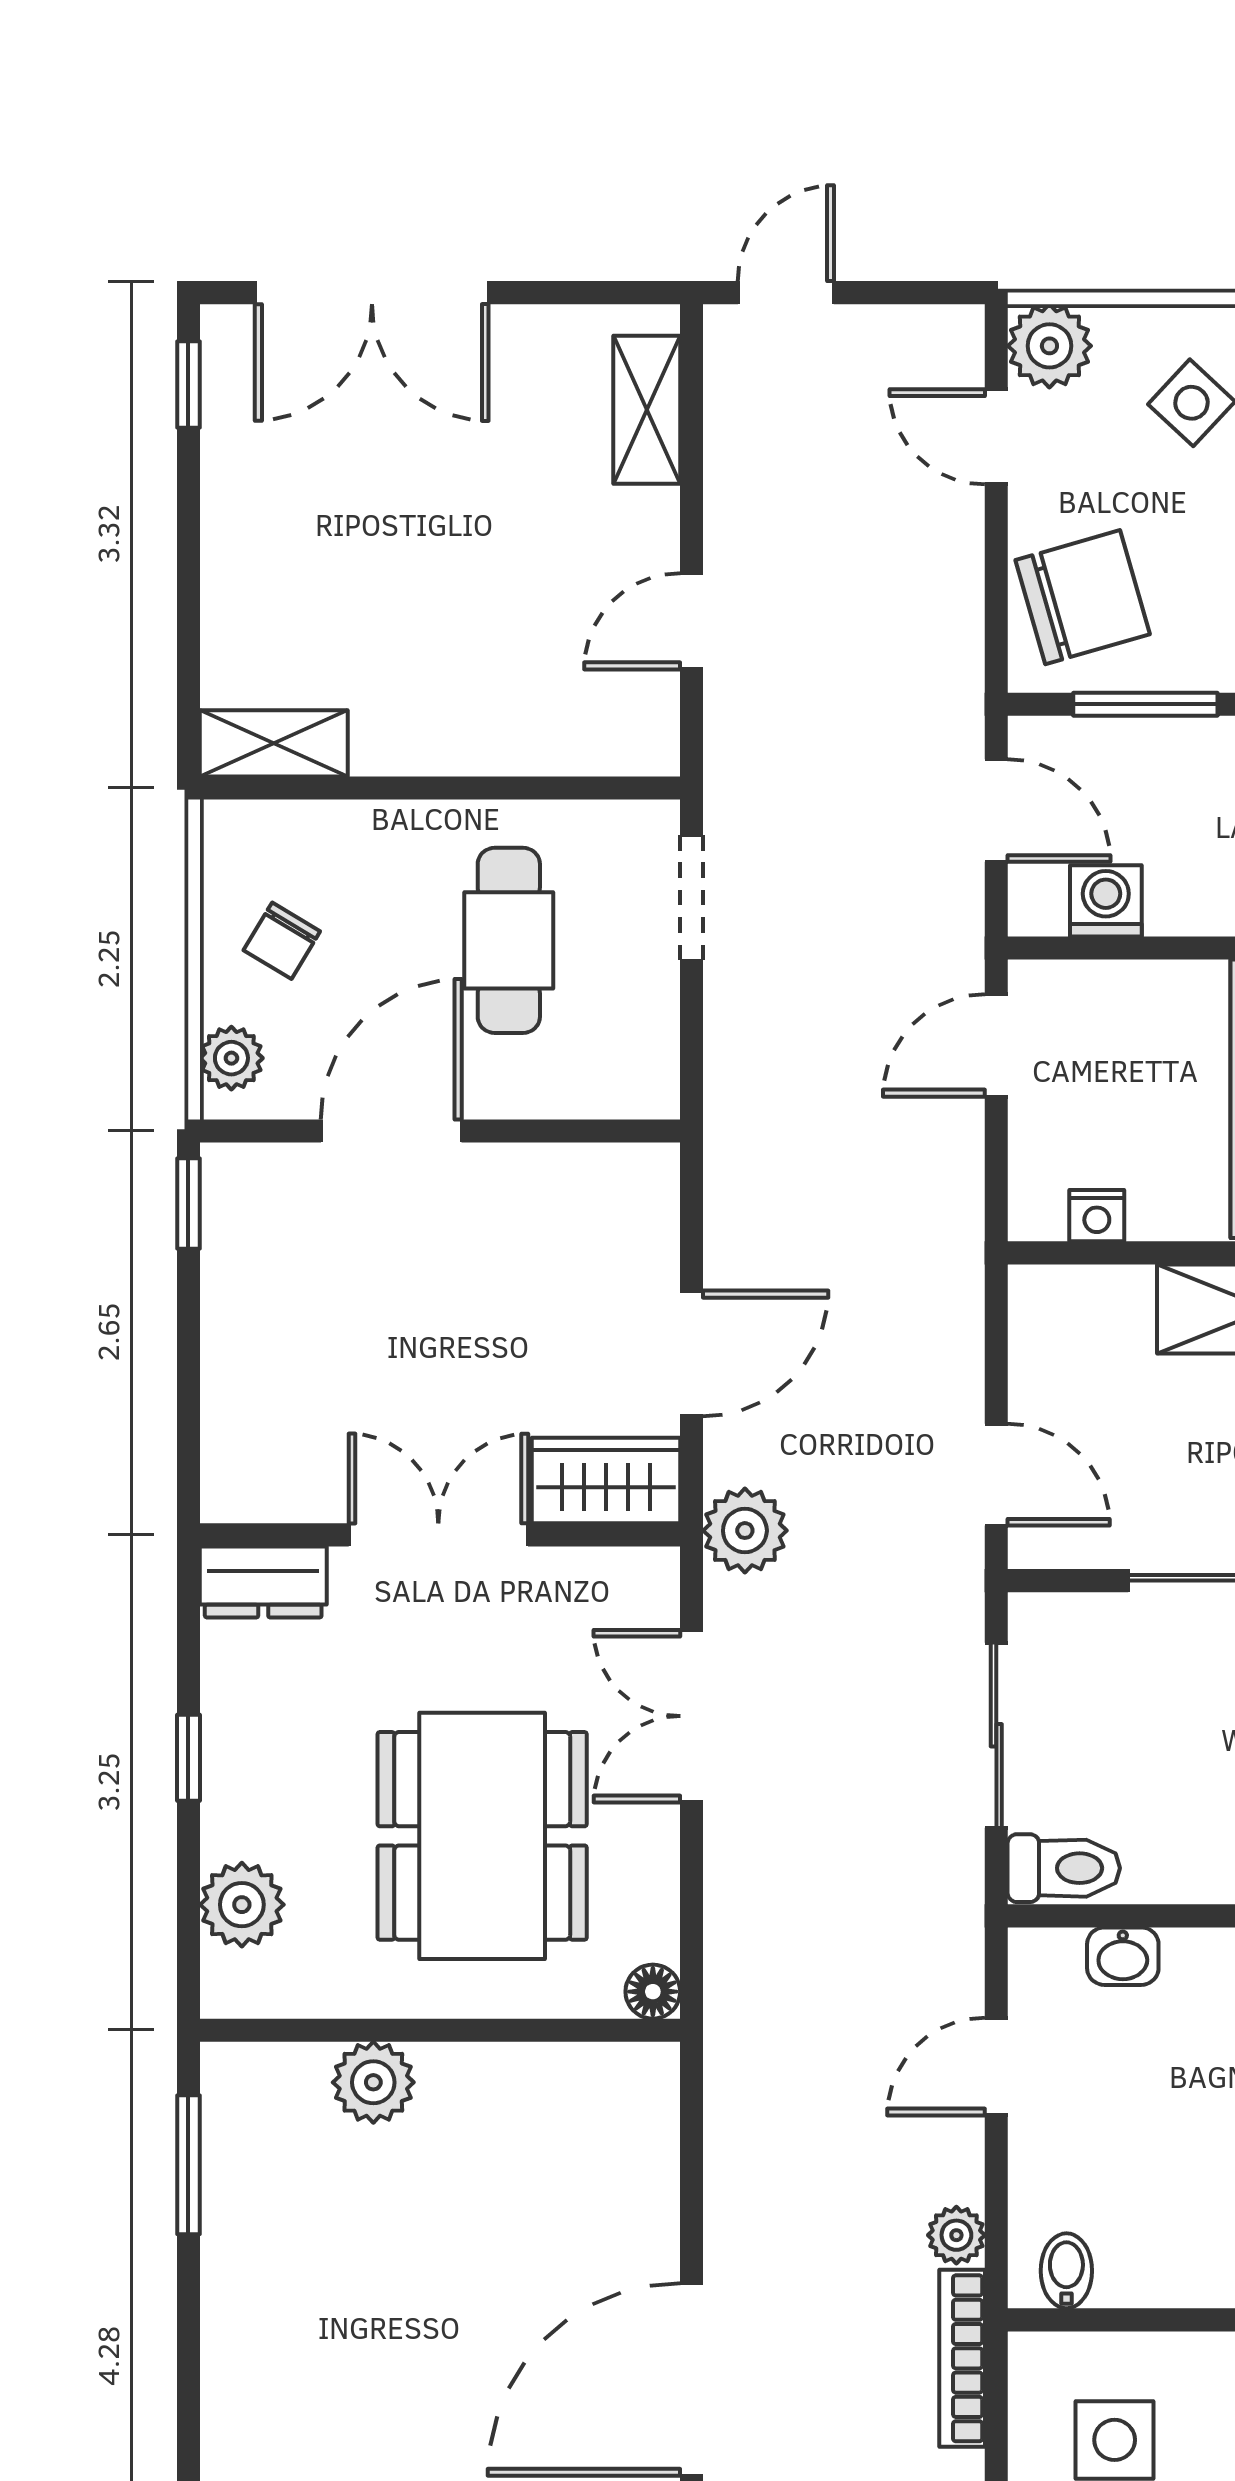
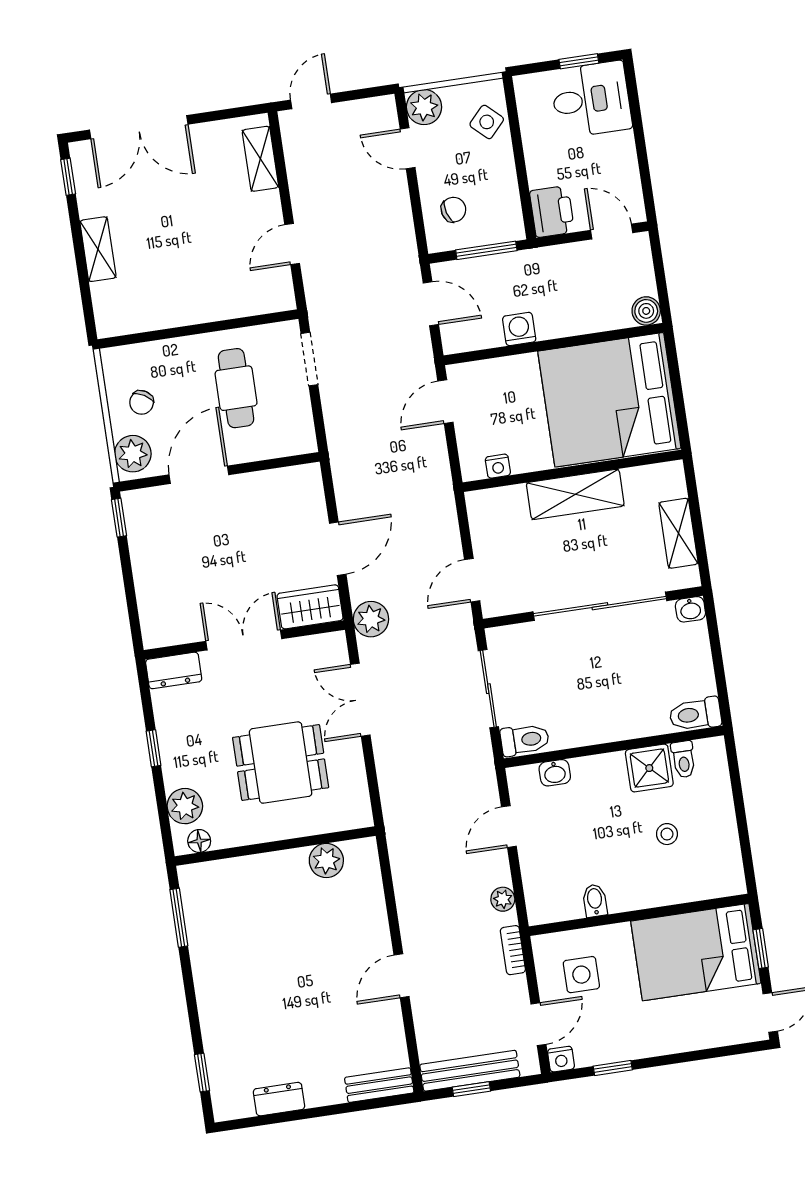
chair: (1083, 597) -> (454, 210), width x0.54, depth x0.54
shelving: (274, 743) -> (98, 249), moved, turned 90
washing machine: (1106, 901) -> (519, 329), moved
plant: (231, 1058) -> (133, 454), width x1.38, depth x1.38
door: (996, 1475) -> (472, 580), swing flipped
dining table: (482, 1836) -> (281, 763), width x0.73
floor lamp: (653, 1992) -> (199, 841), moved
plant: (373, 2082) -> (326, 861), moved
bidet: (1066, 2271) -> (595, 901), moved
bookcase: (962, 2358) -> (513, 950), width x0.64
door: (691, 2380) -> (402, 976), width x0.53

